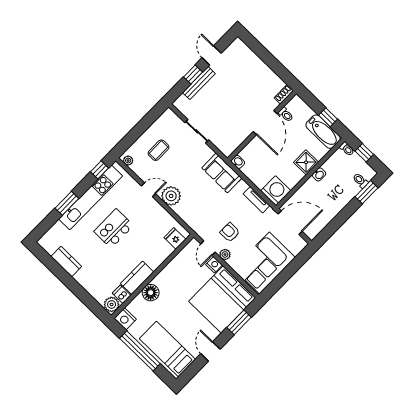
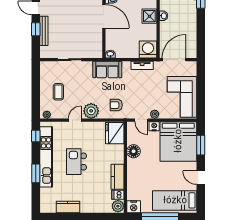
armchair: (230, 232) -> (116, 105), moved
fridge: (175, 238) -> (115, 133), width x1.88, depth x1.34
floor lamp: (151, 293) -> (134, 151), moved

